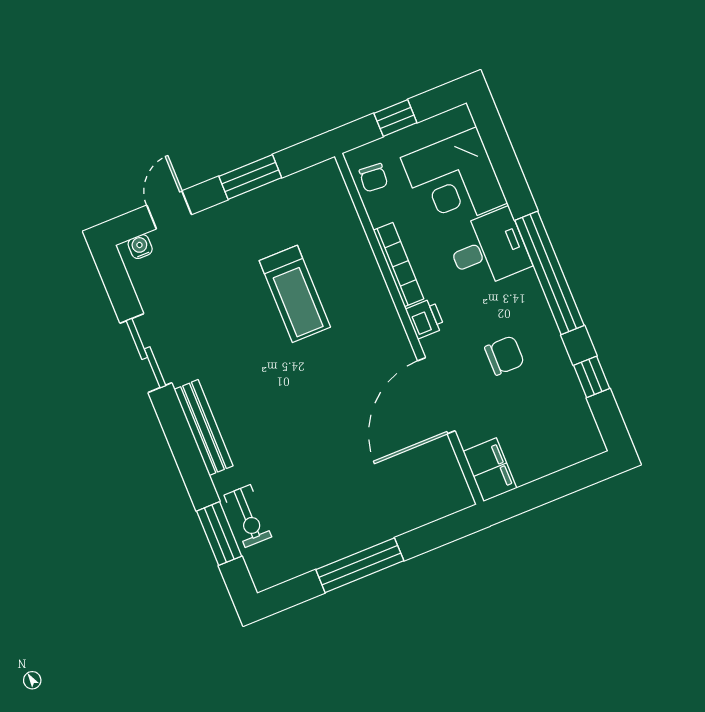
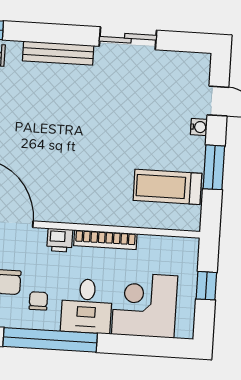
chair: (373, 178) -> (38, 301), moved, turned 85
water cooler: (140, 247) -> (199, 127), moved
treadmill: (295, 294) -> (167, 187), moved

